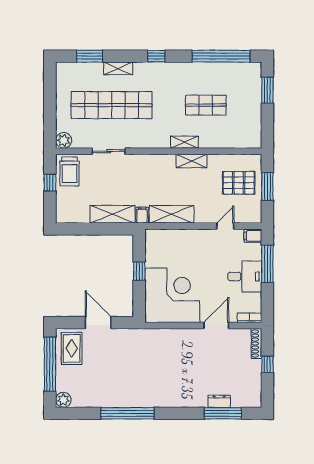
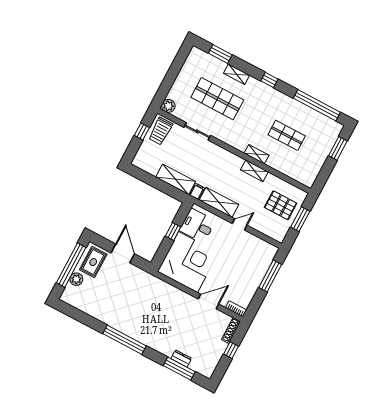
shop shelf: (112, 105) -> (217, 99), width x0.71
door: (225, 226) -> (240, 224), moved
filing cabinet: (253, 236) -> (270, 250), removed
desk: (245, 276) -> (197, 226), moved, turned 180
plant: (63, 400) -> (76, 279), moved
window: (127, 413) -> (125, 340), moved

